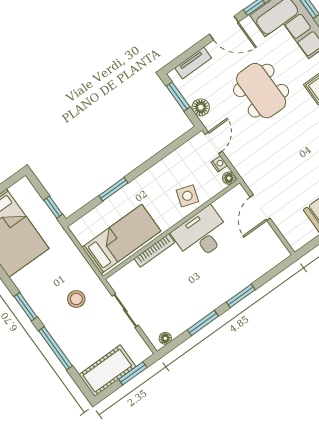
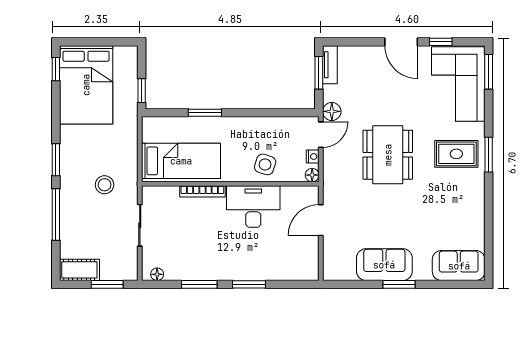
tv unit: (193, 63) -> (330, 65), moved, turned -90
dining table: (261, 91) -> (388, 155), moved
floor lamp: (201, 107) -> (332, 111), moved
cot: (107, 371) -> (79, 270), width x0.73, depth x0.75

